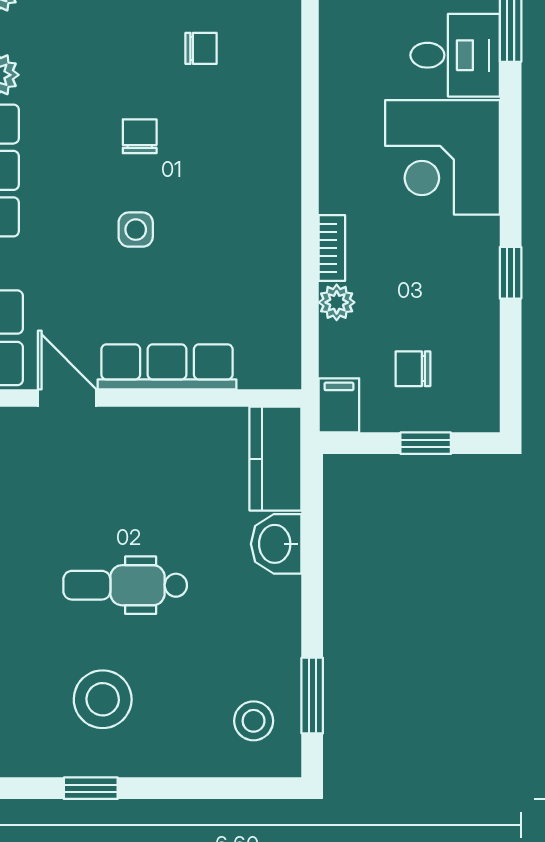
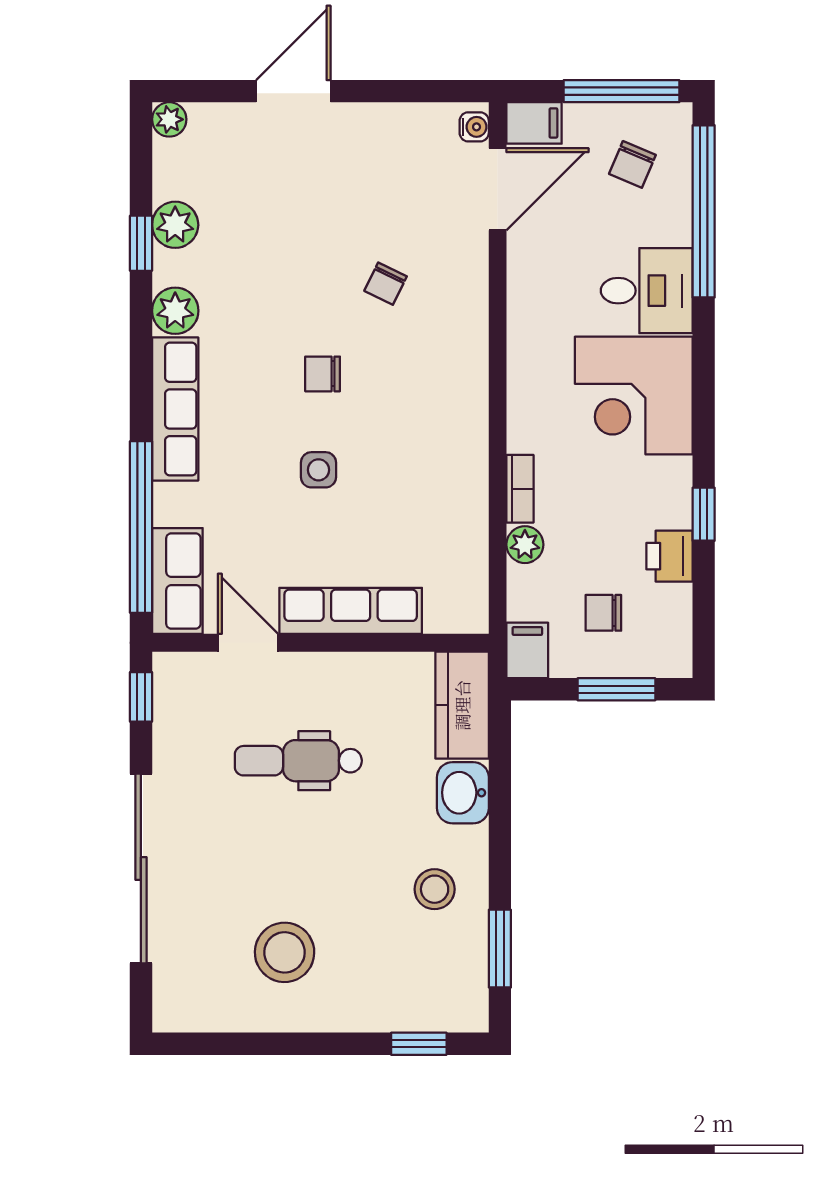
chair: (201, 48) -> (386, 284), turned 116
chair: (140, 136) -> (323, 374), turned -90
printer: (477, 314) -> (669, 556), added
window: (426, 443) -> (616, 689), width x1.50
dental chair: (125, 585) -> (298, 761), moved
stool: (254, 721) -> (435, 889), moved
window: (91, 788) -> (419, 1044), moved

